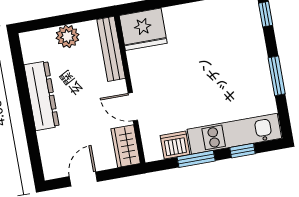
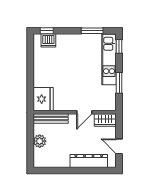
window: (277, 76) -> (92, 31), moved
dresser: (42, 96) -> (89, 161), moved
dishwasher: (175, 145) -> (48, 40), moved, turned -90
window: (243, 151) -> (119, 46), moved

